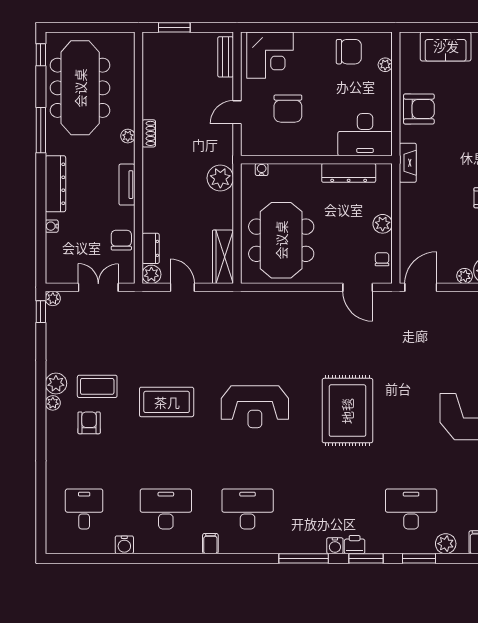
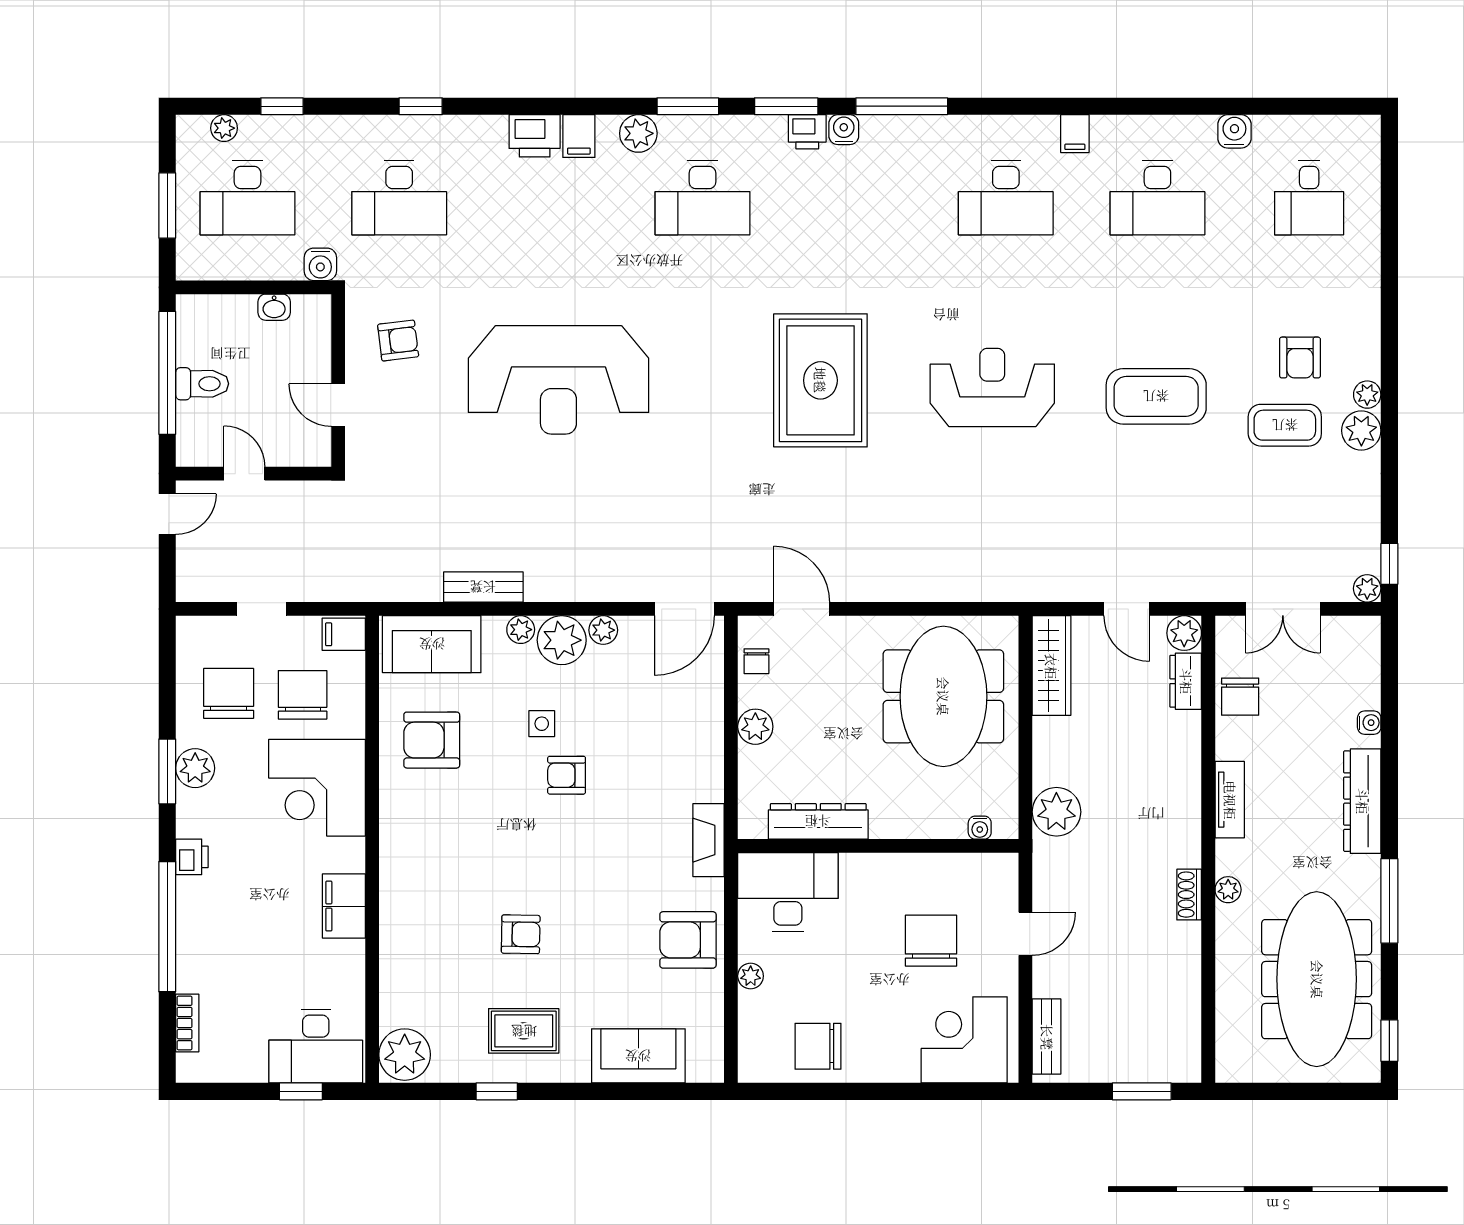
plant: (385, 65) -> (751, 976), moved

